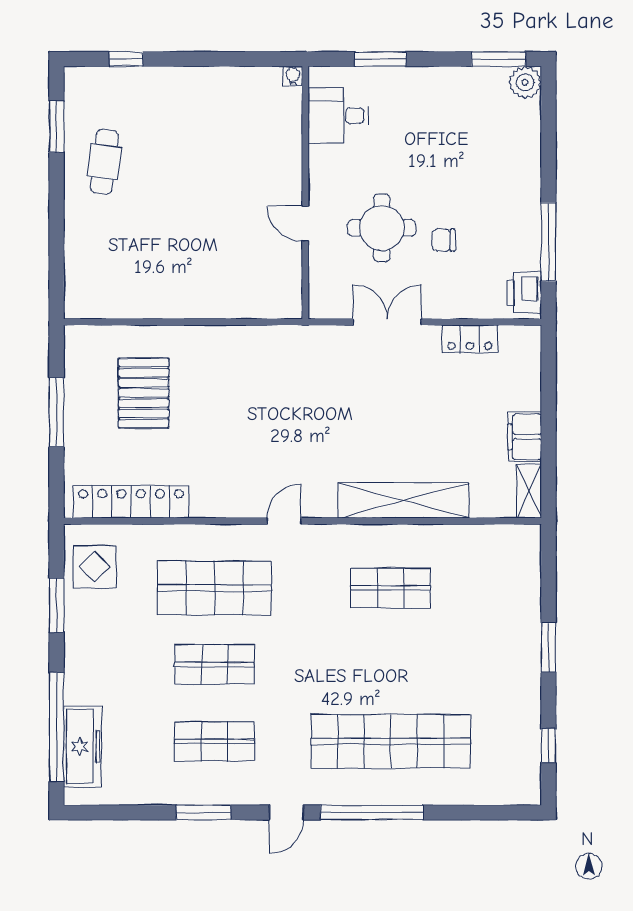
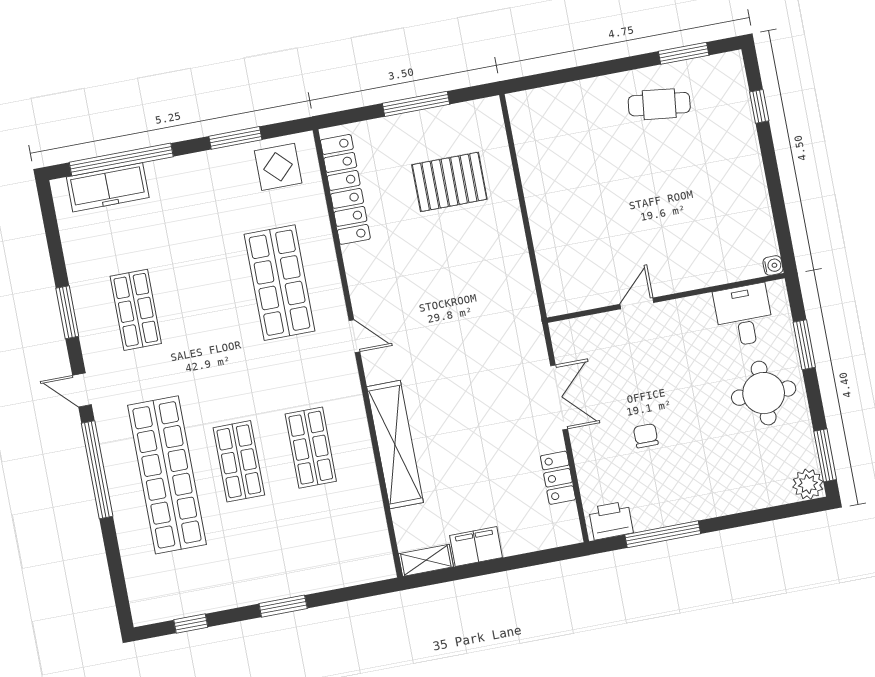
round table: (382, 228) -> (764, 393), moved
shop shelf: (214, 665) -> (239, 461), moved

